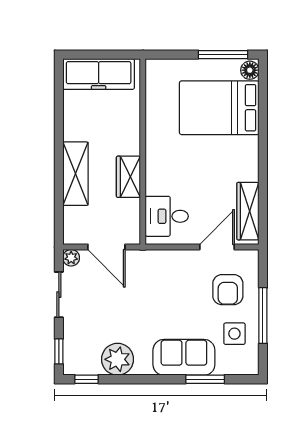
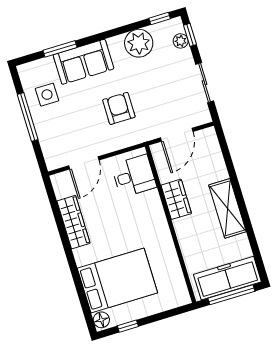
window: (100, 55) -> (231, 295), added
window: (223, 55) -> (128, 326), width x0.46
shelving: (75, 174) -> (227, 208), moved
wardrobe: (248, 211) -> (73, 222), moved
door: (106, 247) -> (177, 135), swing flipped
plant: (71, 258) -> (181, 41), moved
armchair: (228, 290) -> (119, 108), moved

